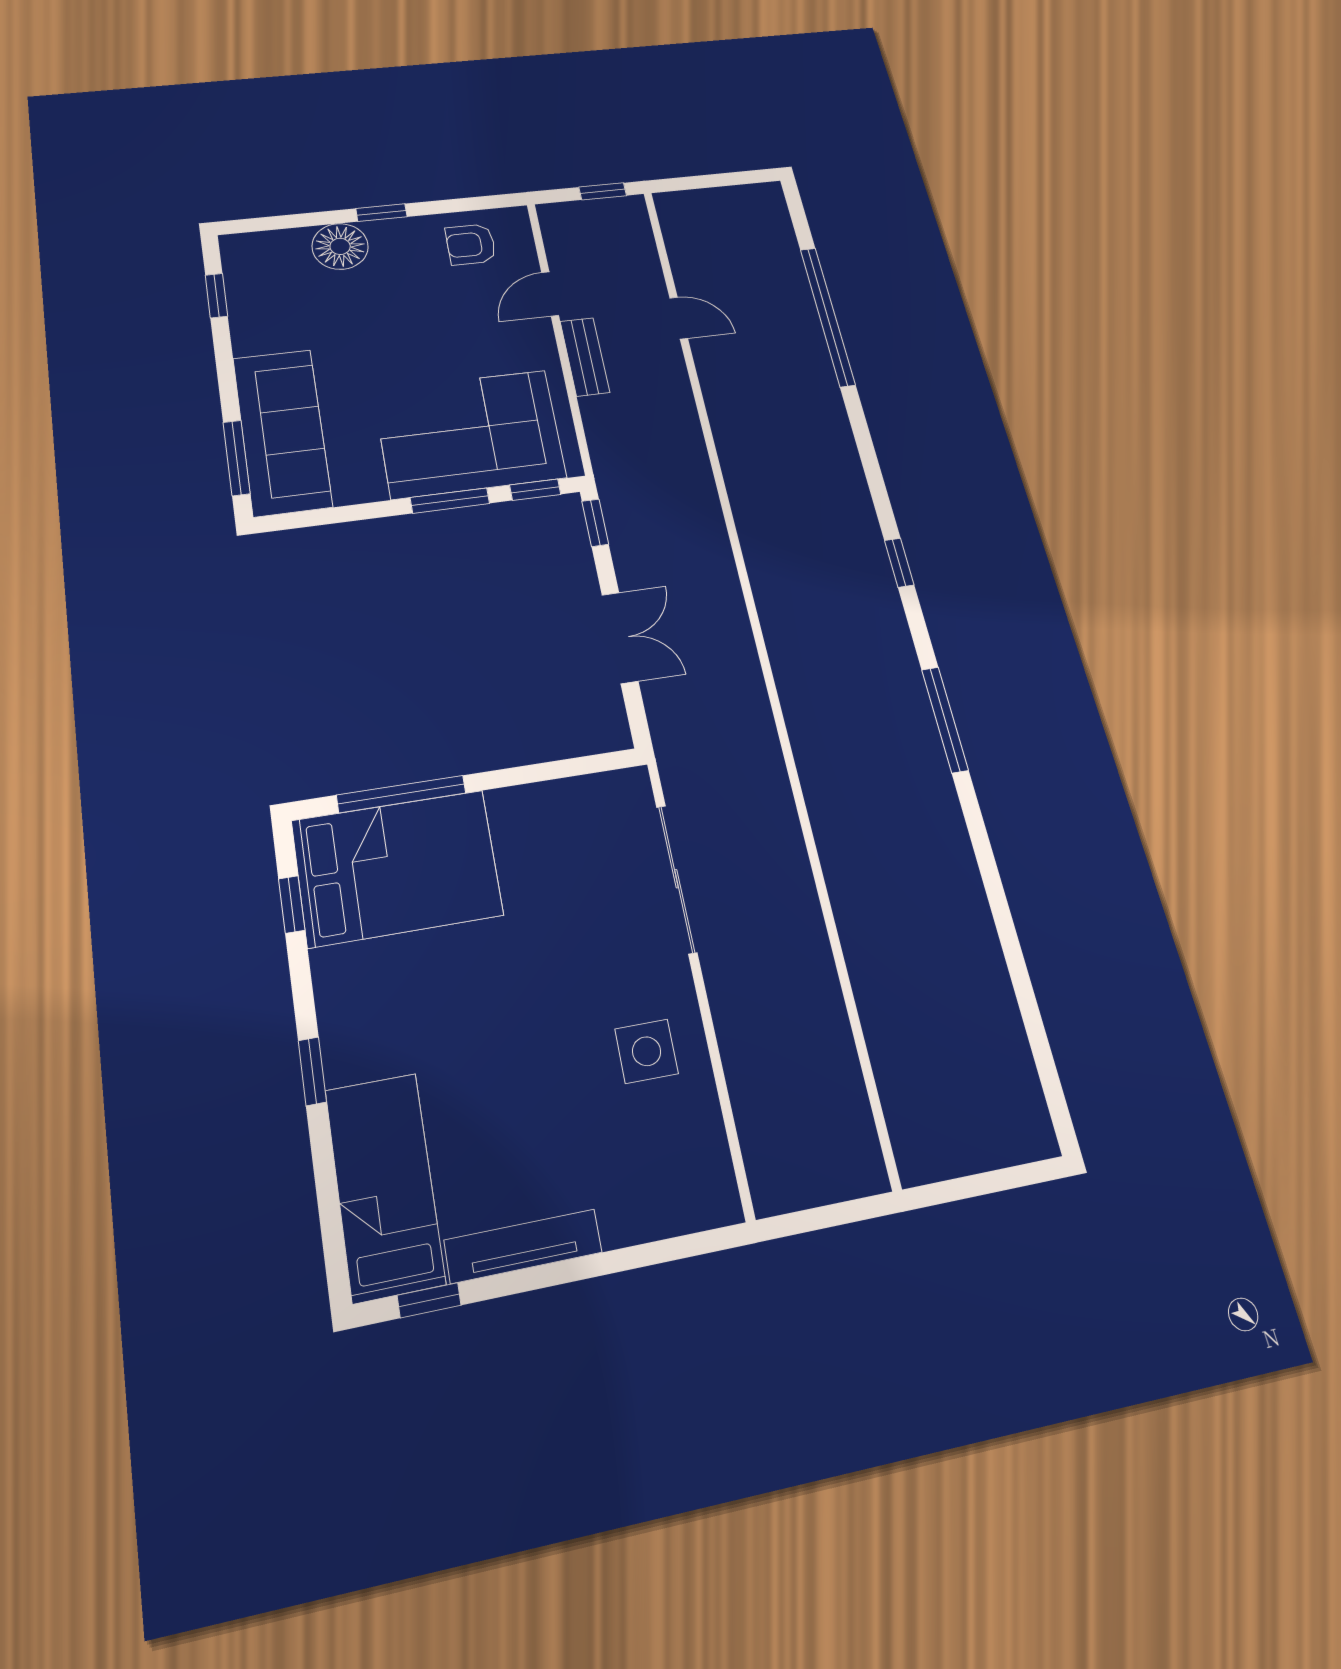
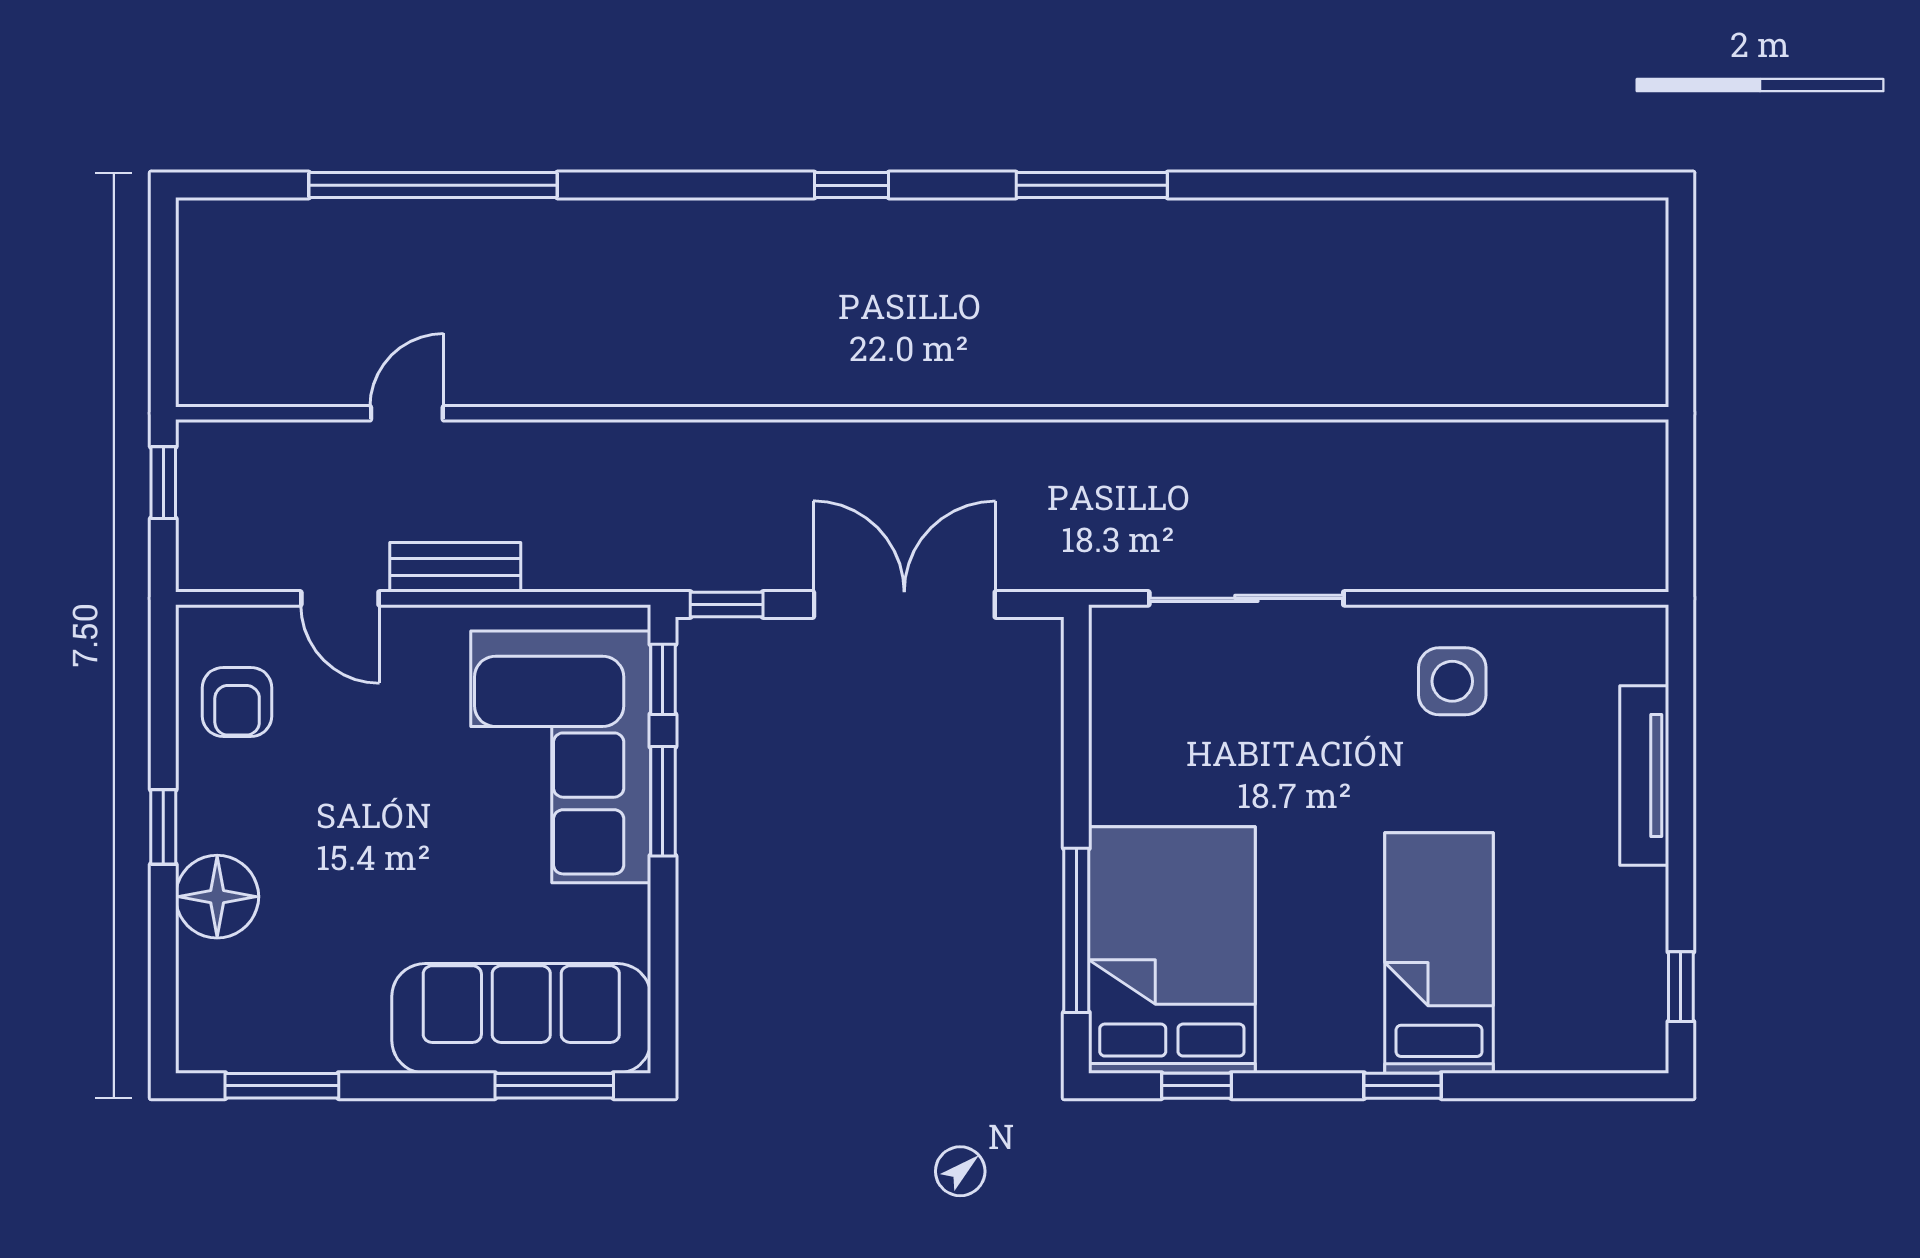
window: (216, 296) -> (282, 1086), width x1.50
double door: (620, 638) -> (904, 605), width x1.37
bed: (385, 1186) -> (1439, 953), moved, turned 90
tv unit: (523, 1246) -> (1644, 776), moved

